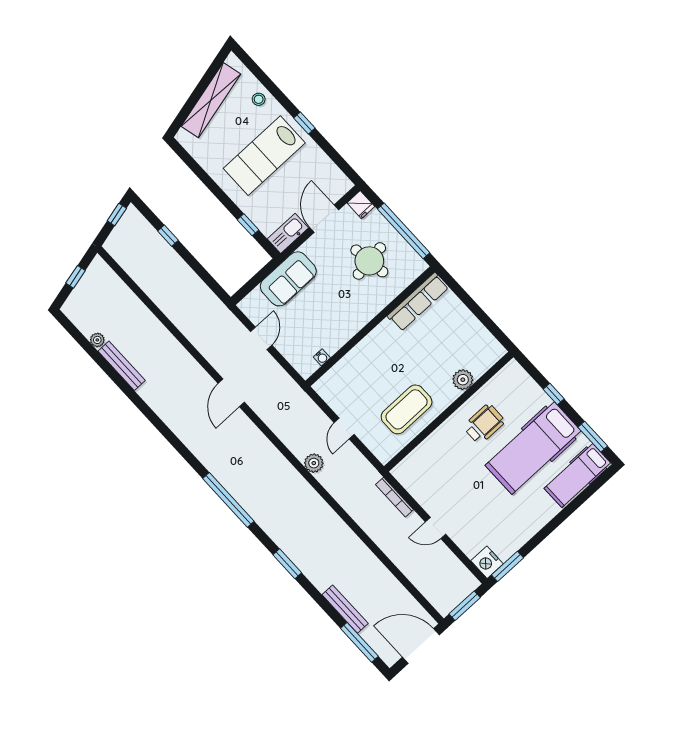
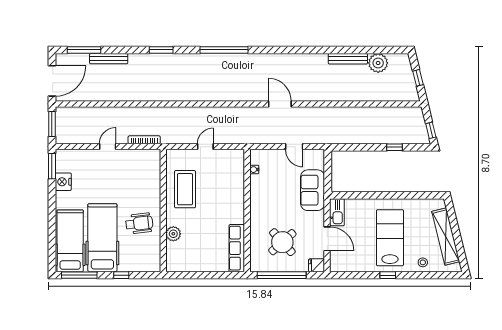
window: (248, 225) -> (361, 195), removed
round table: (369, 261) -> (282, 242), turned -34
plant: (97, 340) -> (378, 63), width x1.87, depth x1.87
wheelchair: (484, 424) -> (139, 223), turned -97
door: (344, 429) -> (205, 147), hinge flipped
window: (593, 437) -> (79, 275), width x1.44
plant: (314, 463) -> (202, 113), removed
hospital bed: (577, 476) -> (70, 241), width x1.37, depth x1.29
nightstand: (487, 562) -> (63, 182), moved, turned -90

